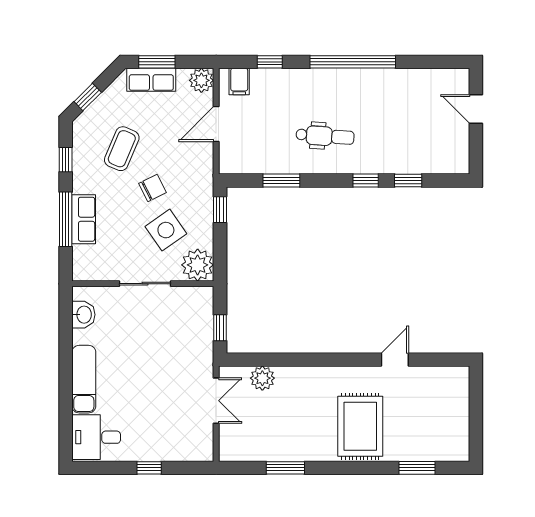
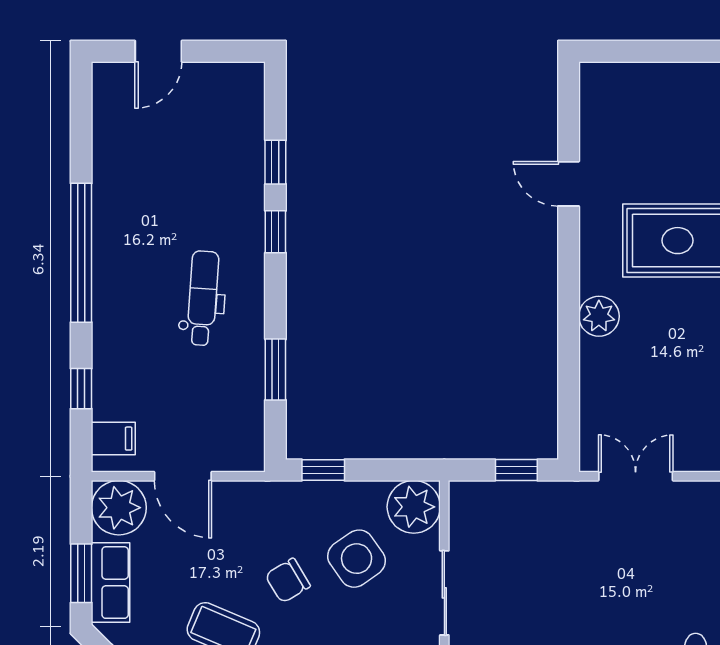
plant: (201, 80) -> (119, 508), width x1.36, depth x1.36
chair: (152, 188) -> (288, 581), turned -94
plant: (262, 378) -> (599, 316), moved

